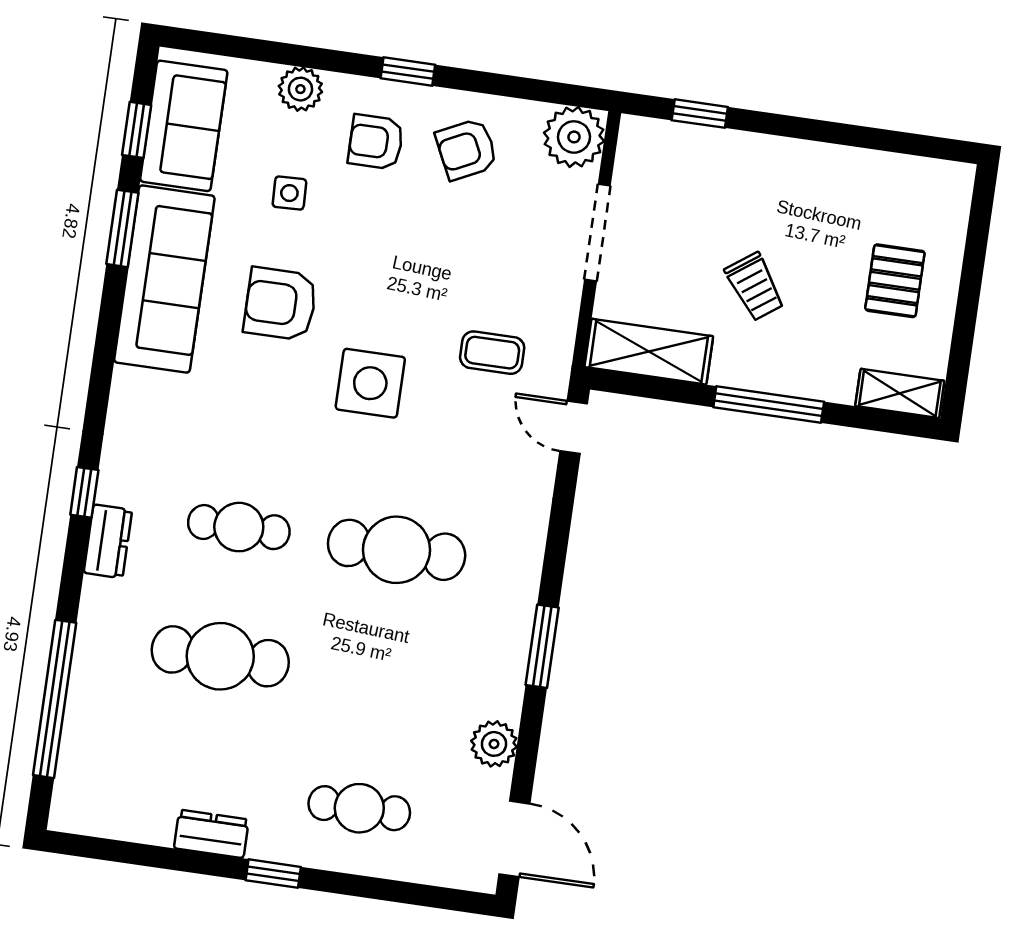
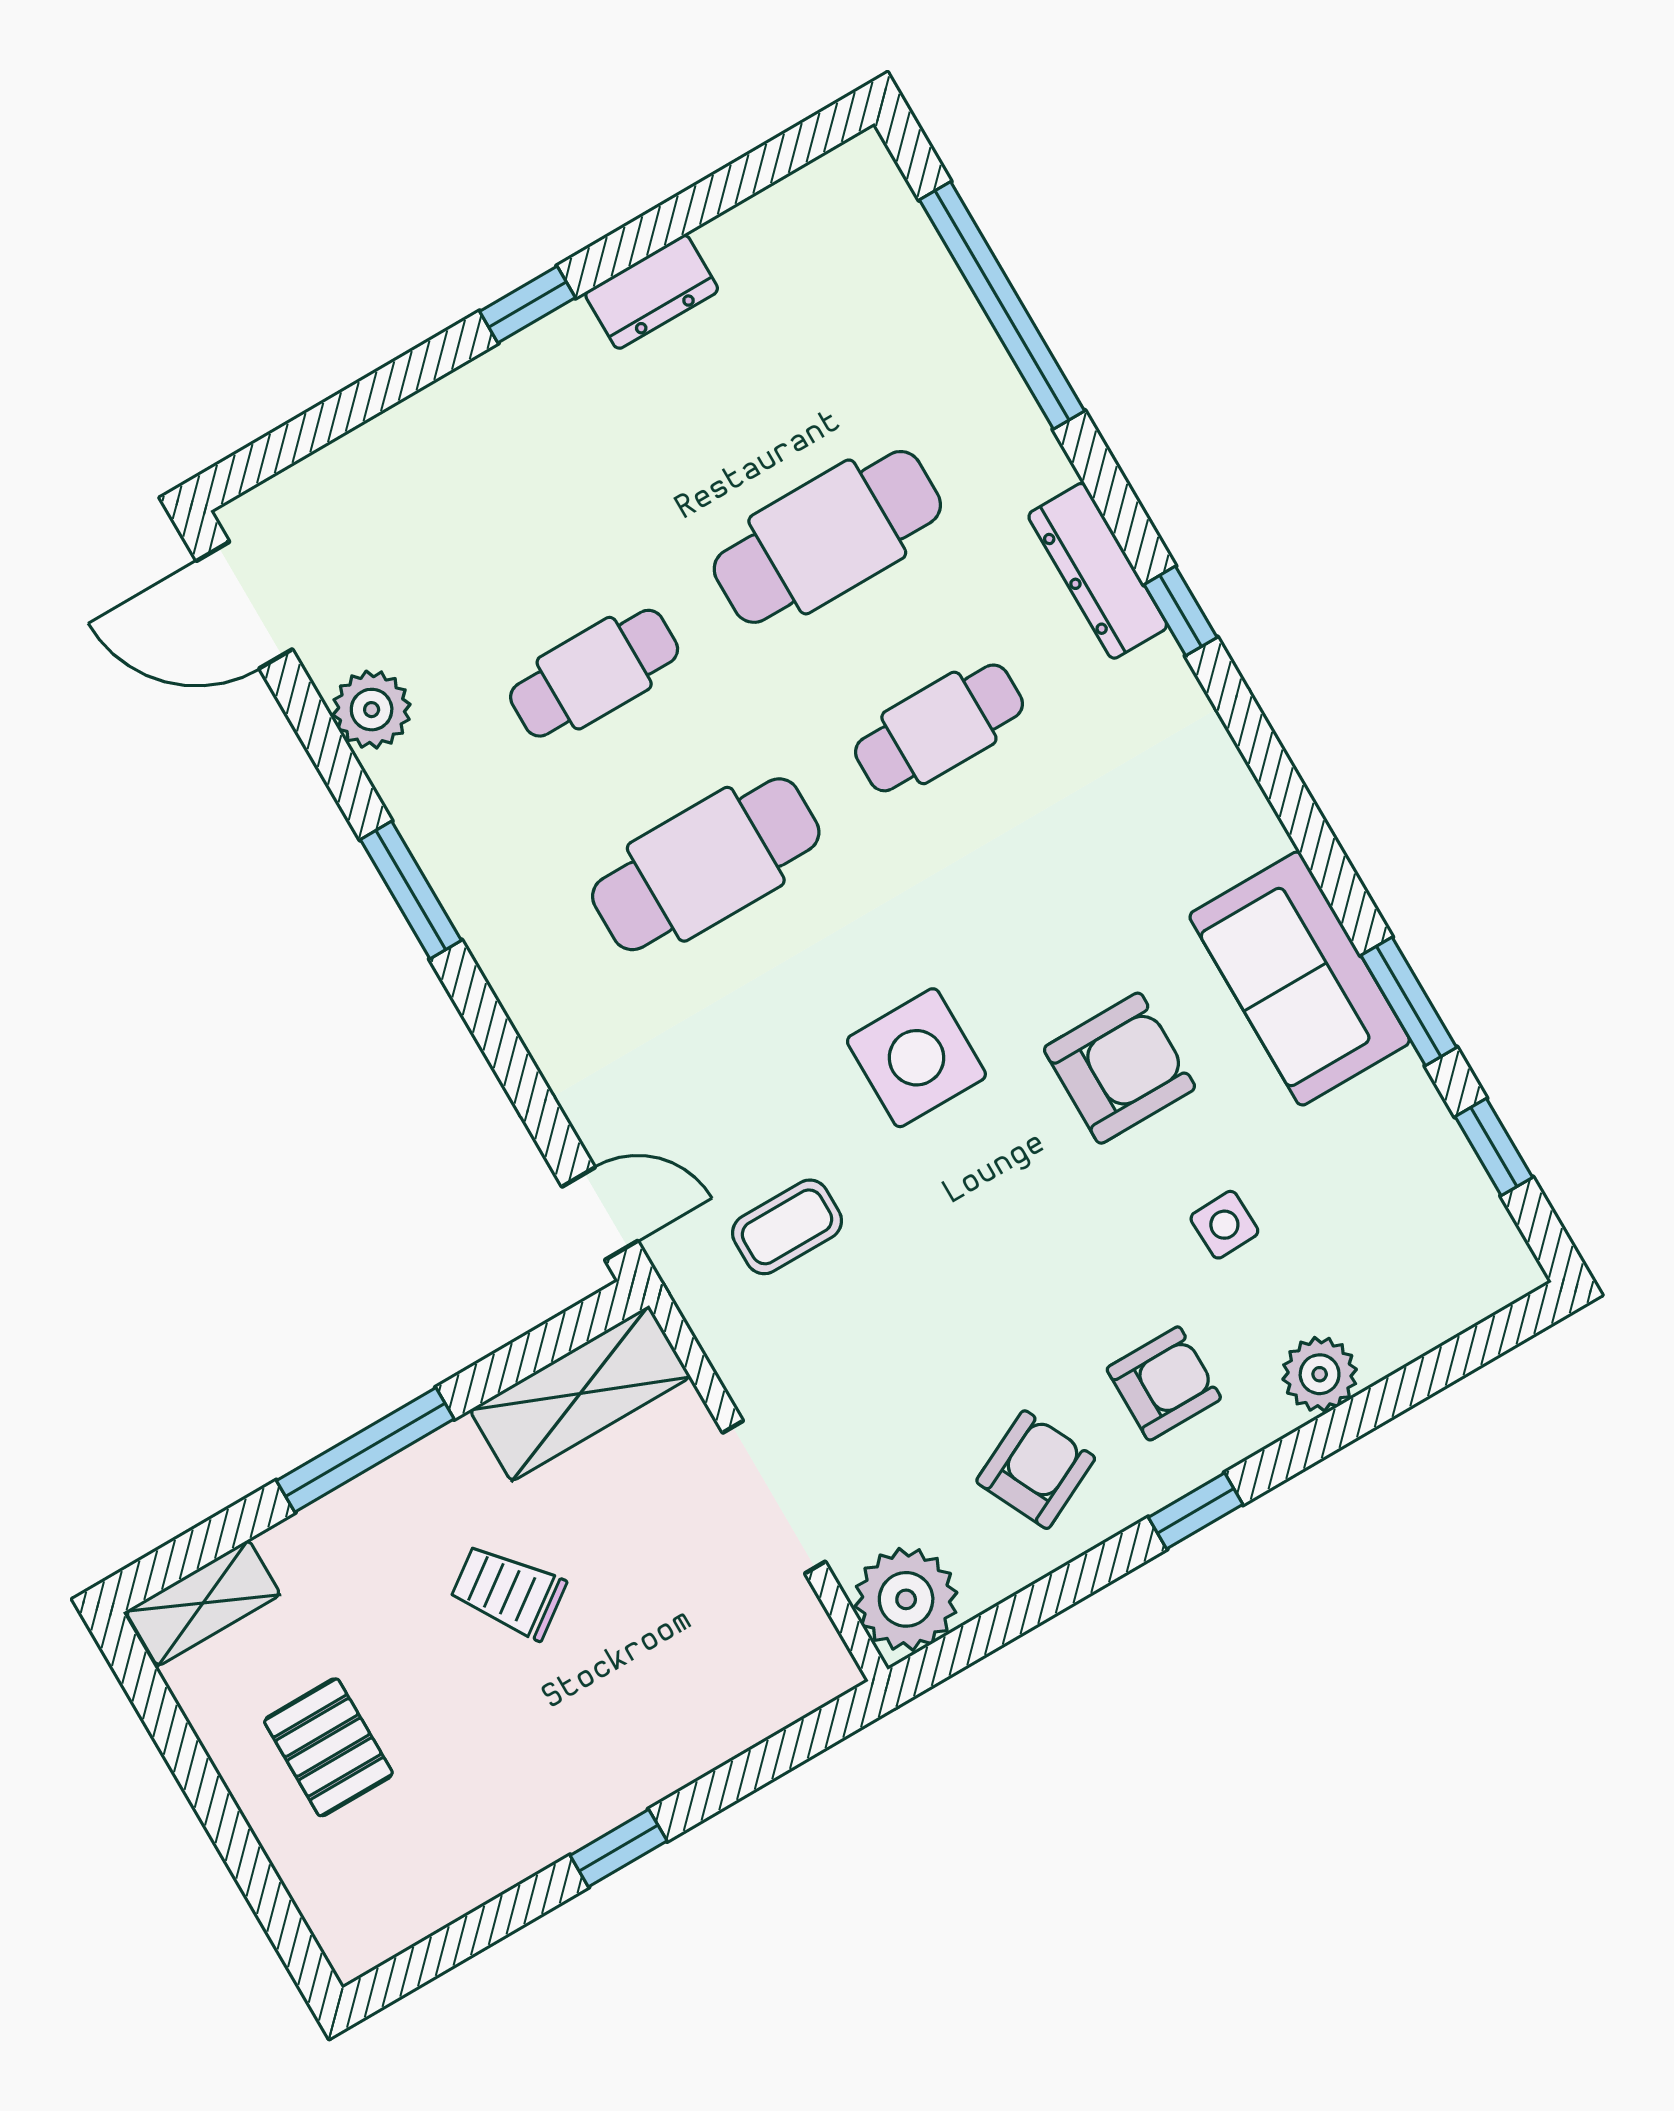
window: (700, 114) -> (619, 1848), moved
sofa: (184, 126) -> (1435, 1202), removed
sofa: (164, 279) -> (1300, 979), width x0.73
dresser: (108, 541) -> (1098, 571), width x1.44
cafe table: (359, 808) -> (594, 673), moved

